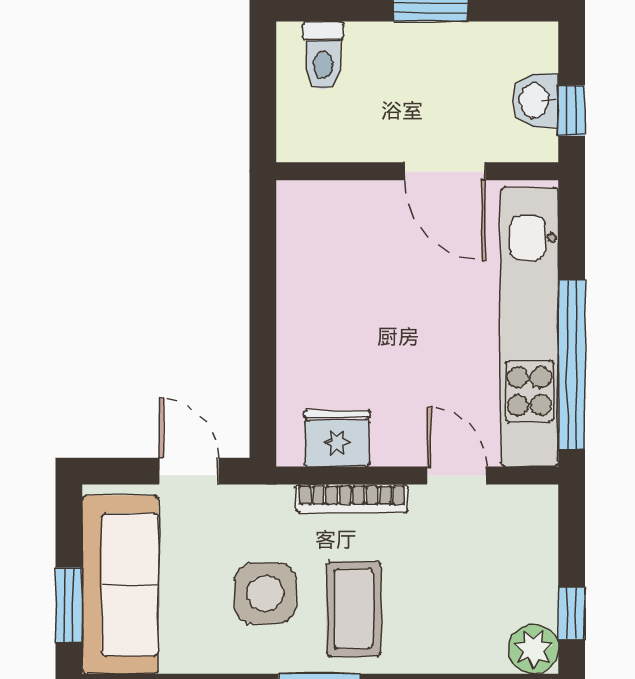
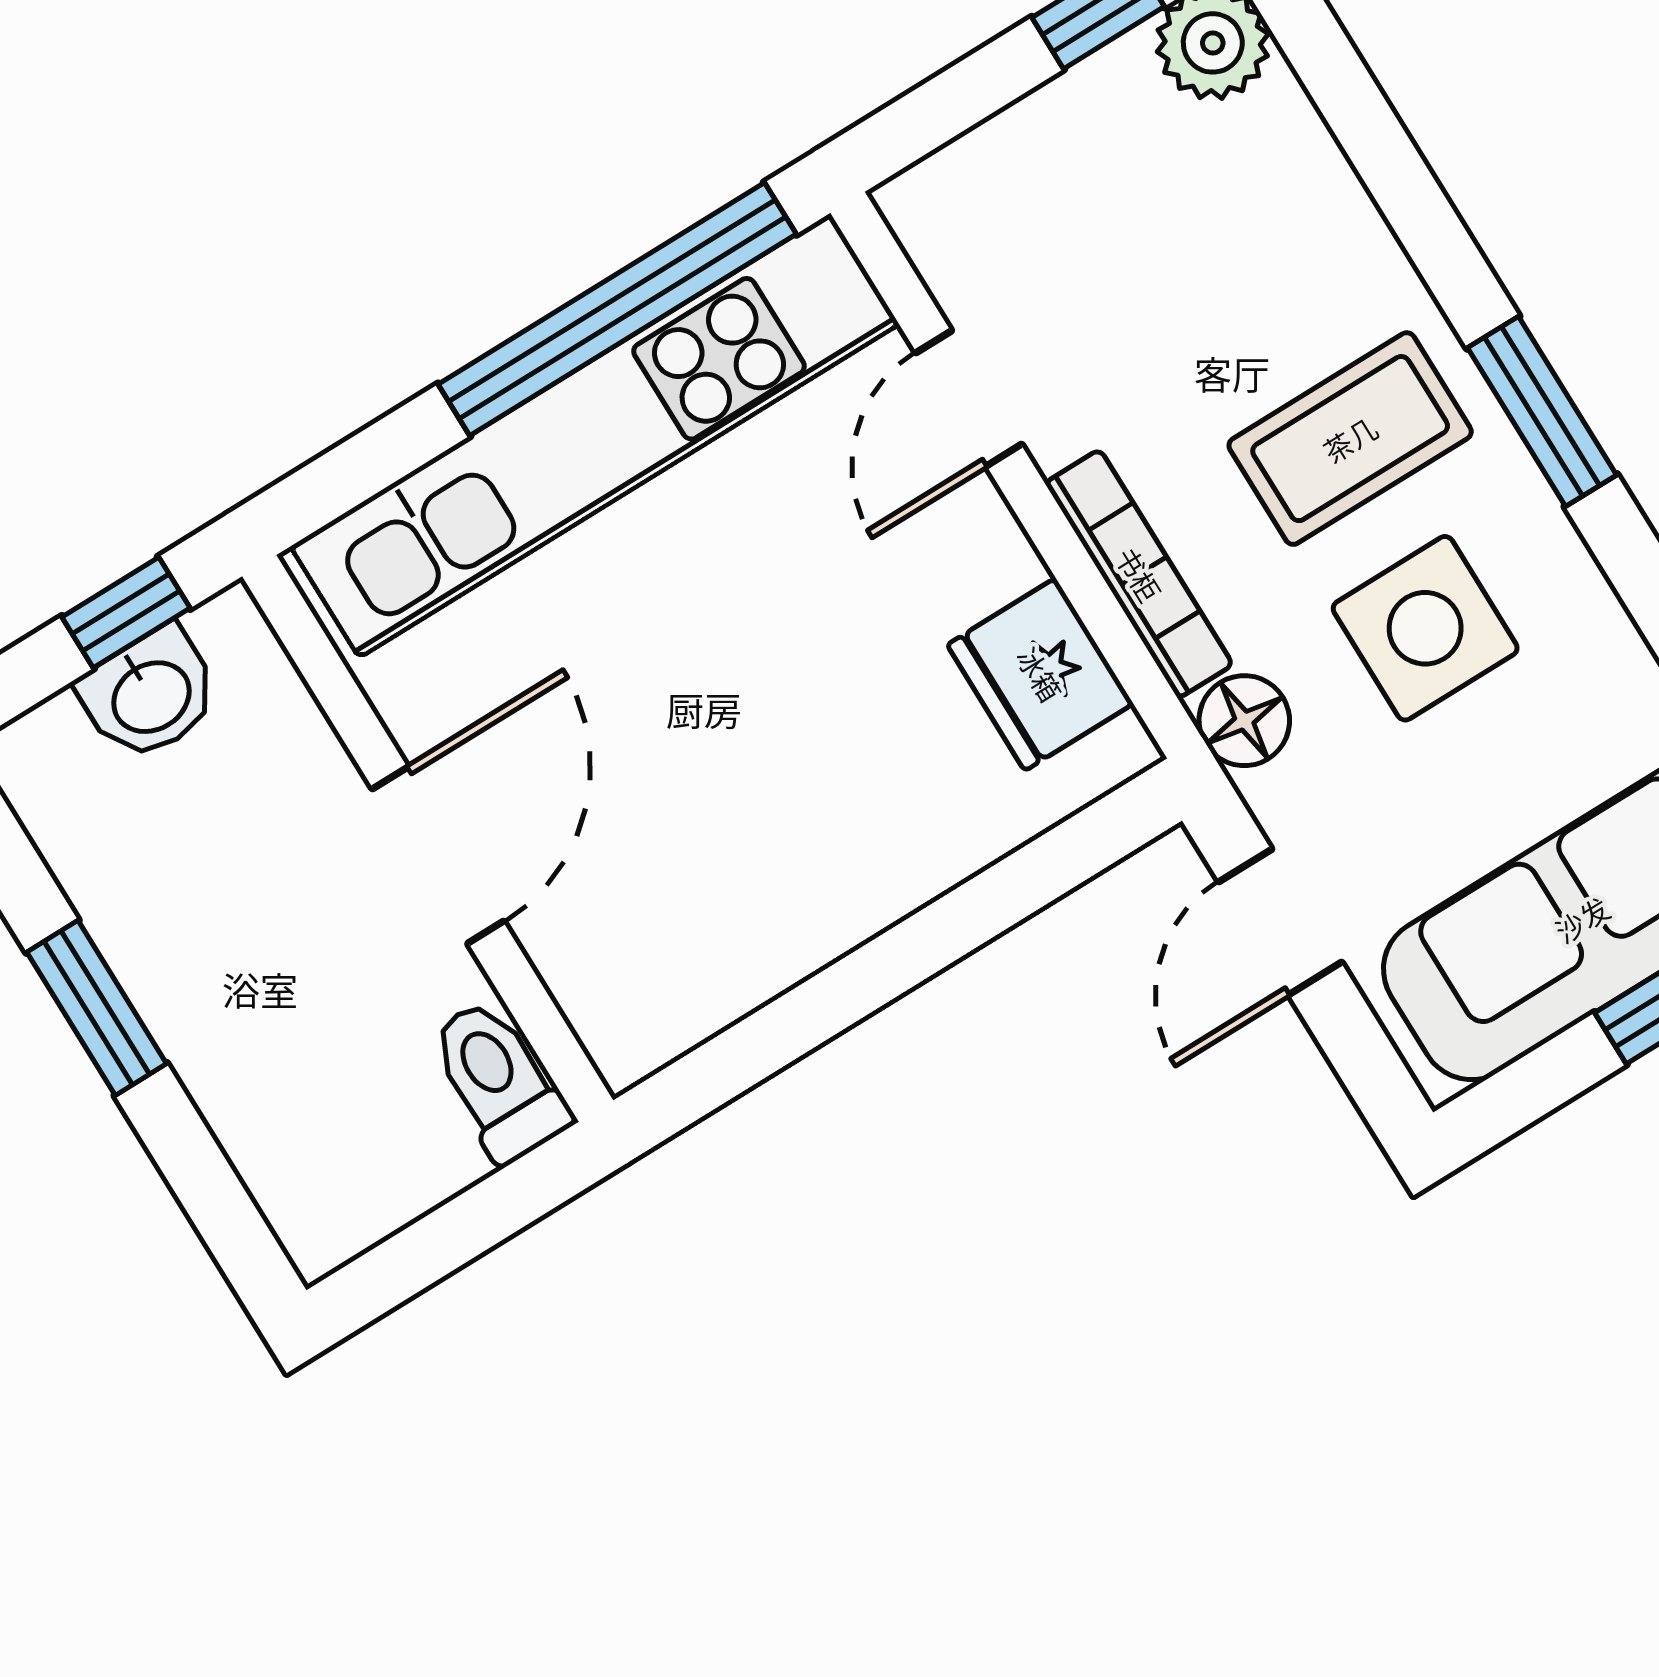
toilet: (323, 55) -> (498, 1081), moved, turned -90
door: (445, 171) -> (438, 855), moved
floor lamp: (273, 504) -> (1244, 721), added

